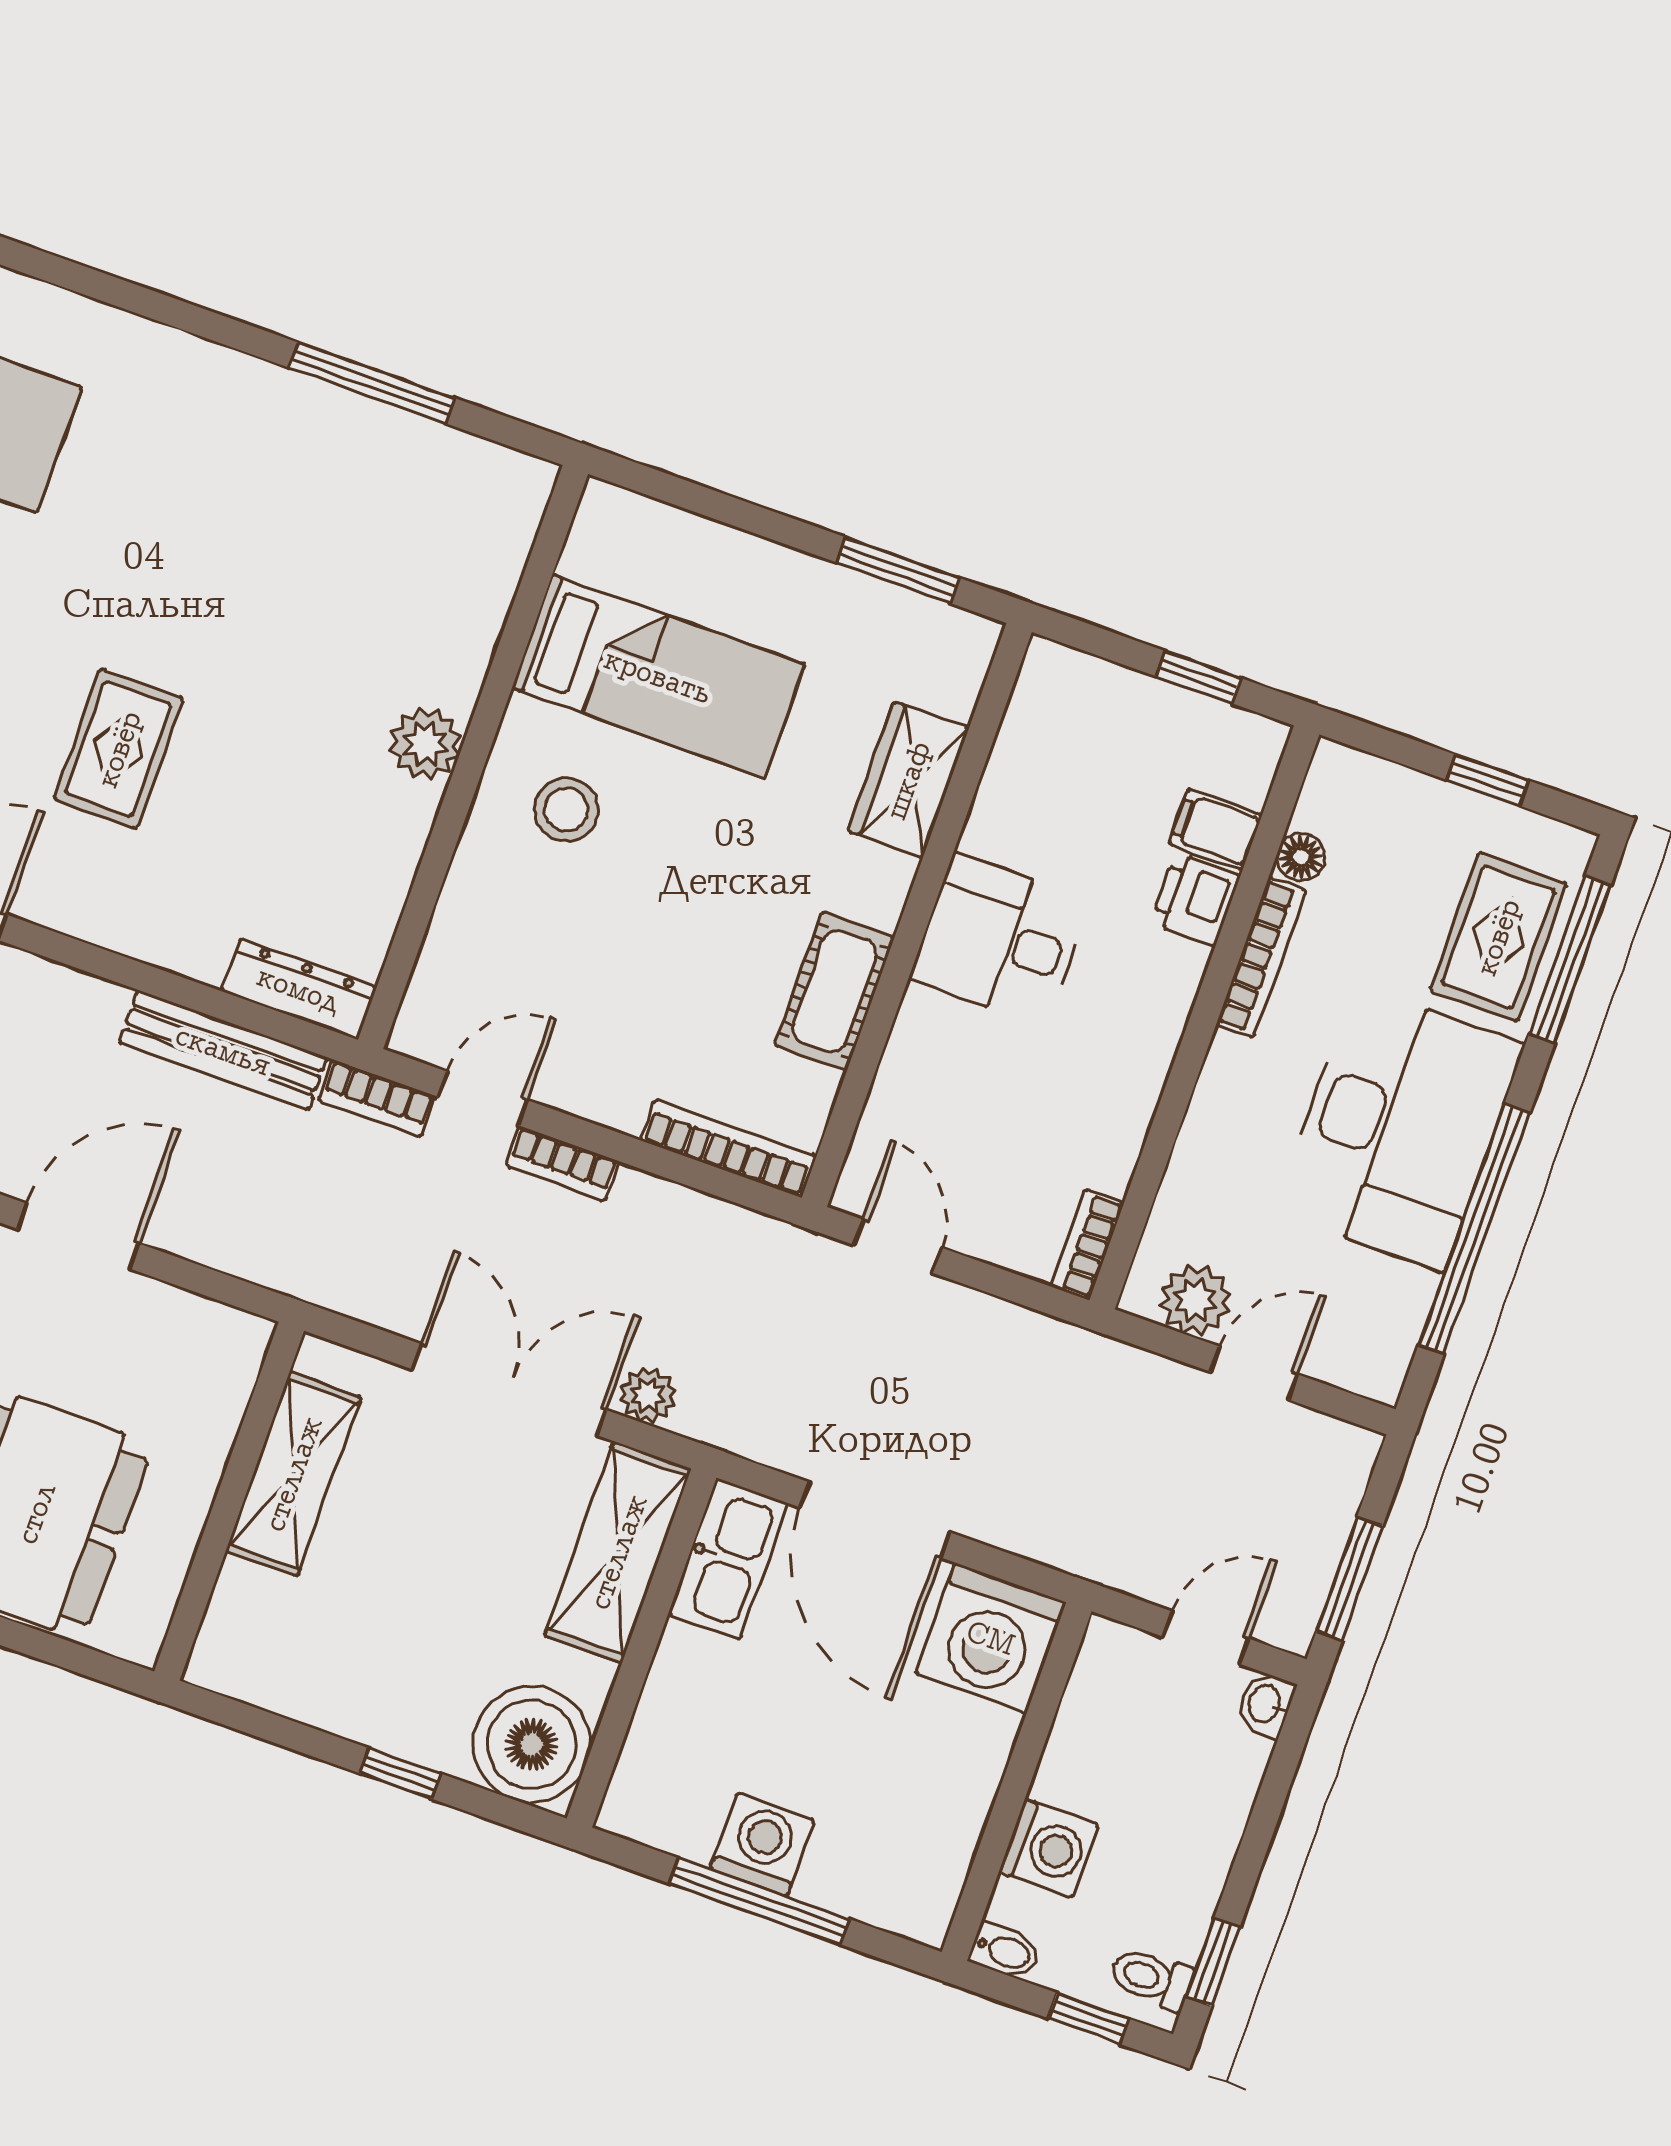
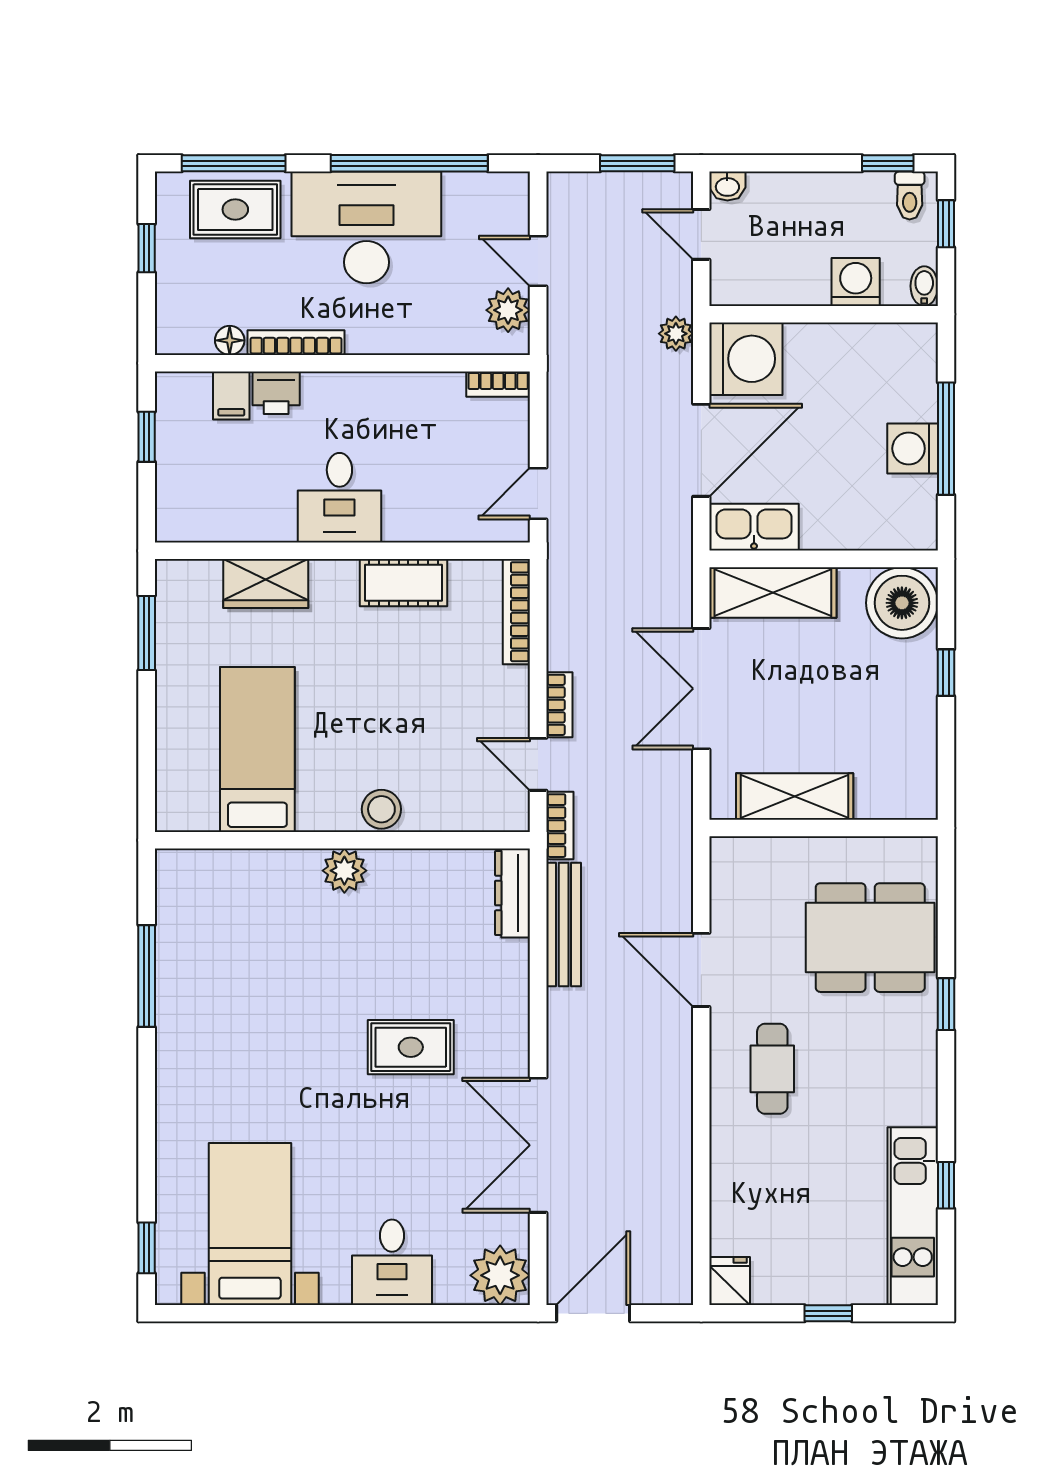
stool: (566, 810) -> (381, 809), moved
plant: (648, 1395) -> (676, 334), moved

